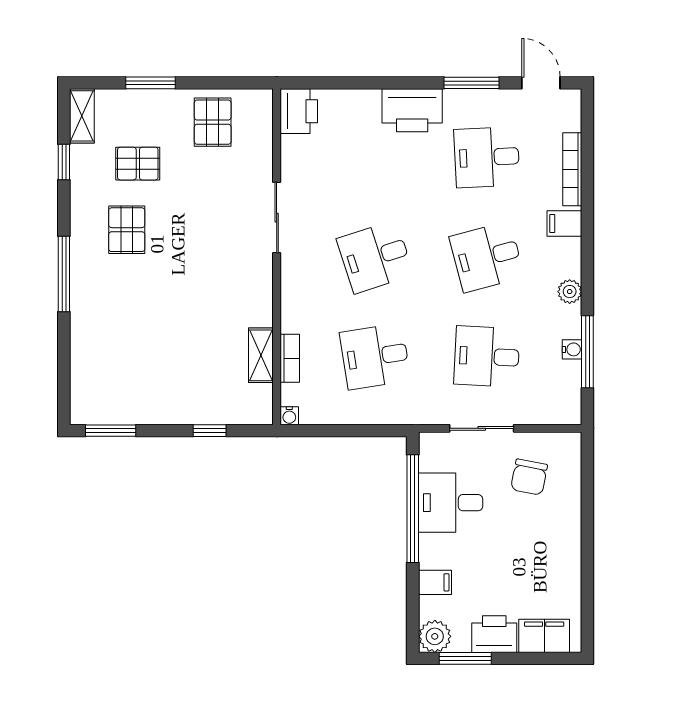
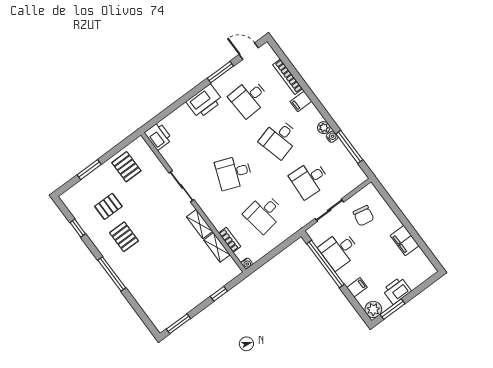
shelving: (82, 116) -> (200, 224), moved
desk: (375, 257) -> (234, 172), turned 39
water cooler: (572, 349) -> (332, 137), moved
filing cabinet: (544, 636) -> (405, 241), moved, turned -90

